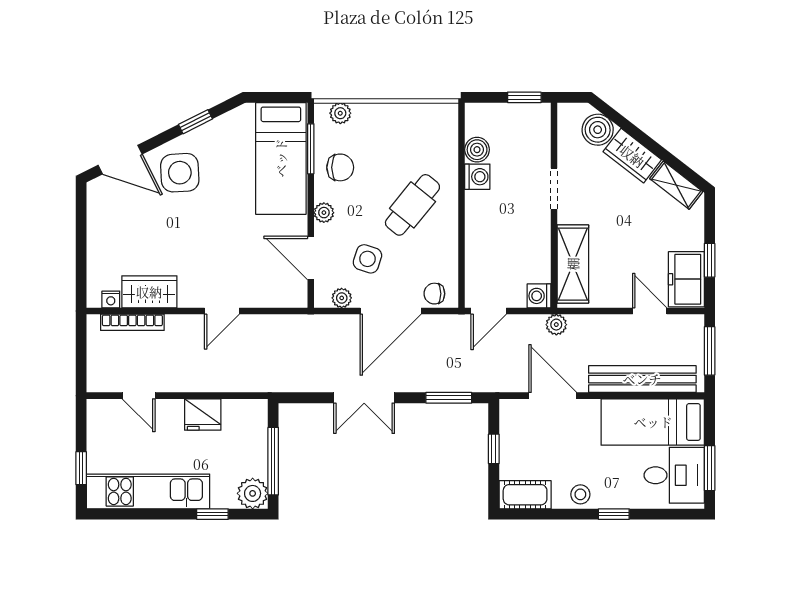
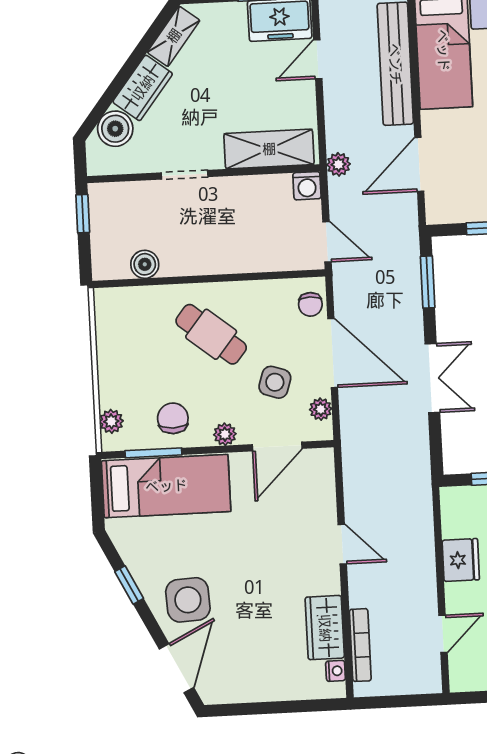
washing machine: (477, 177) -> (175, 262), removed

